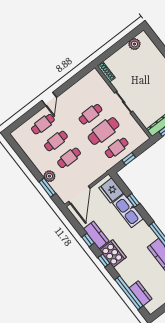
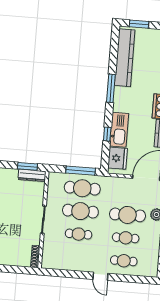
door: (49, 99) -> (100, 276), swing flipped
cafe table: (117, 148) -> (82, 188), width x1.37, depth x1.35
cafe table: (69, 158) -> (127, 215), width x1.37, depth x1.35
window: (129, 159) -> (81, 171), width x2.17

